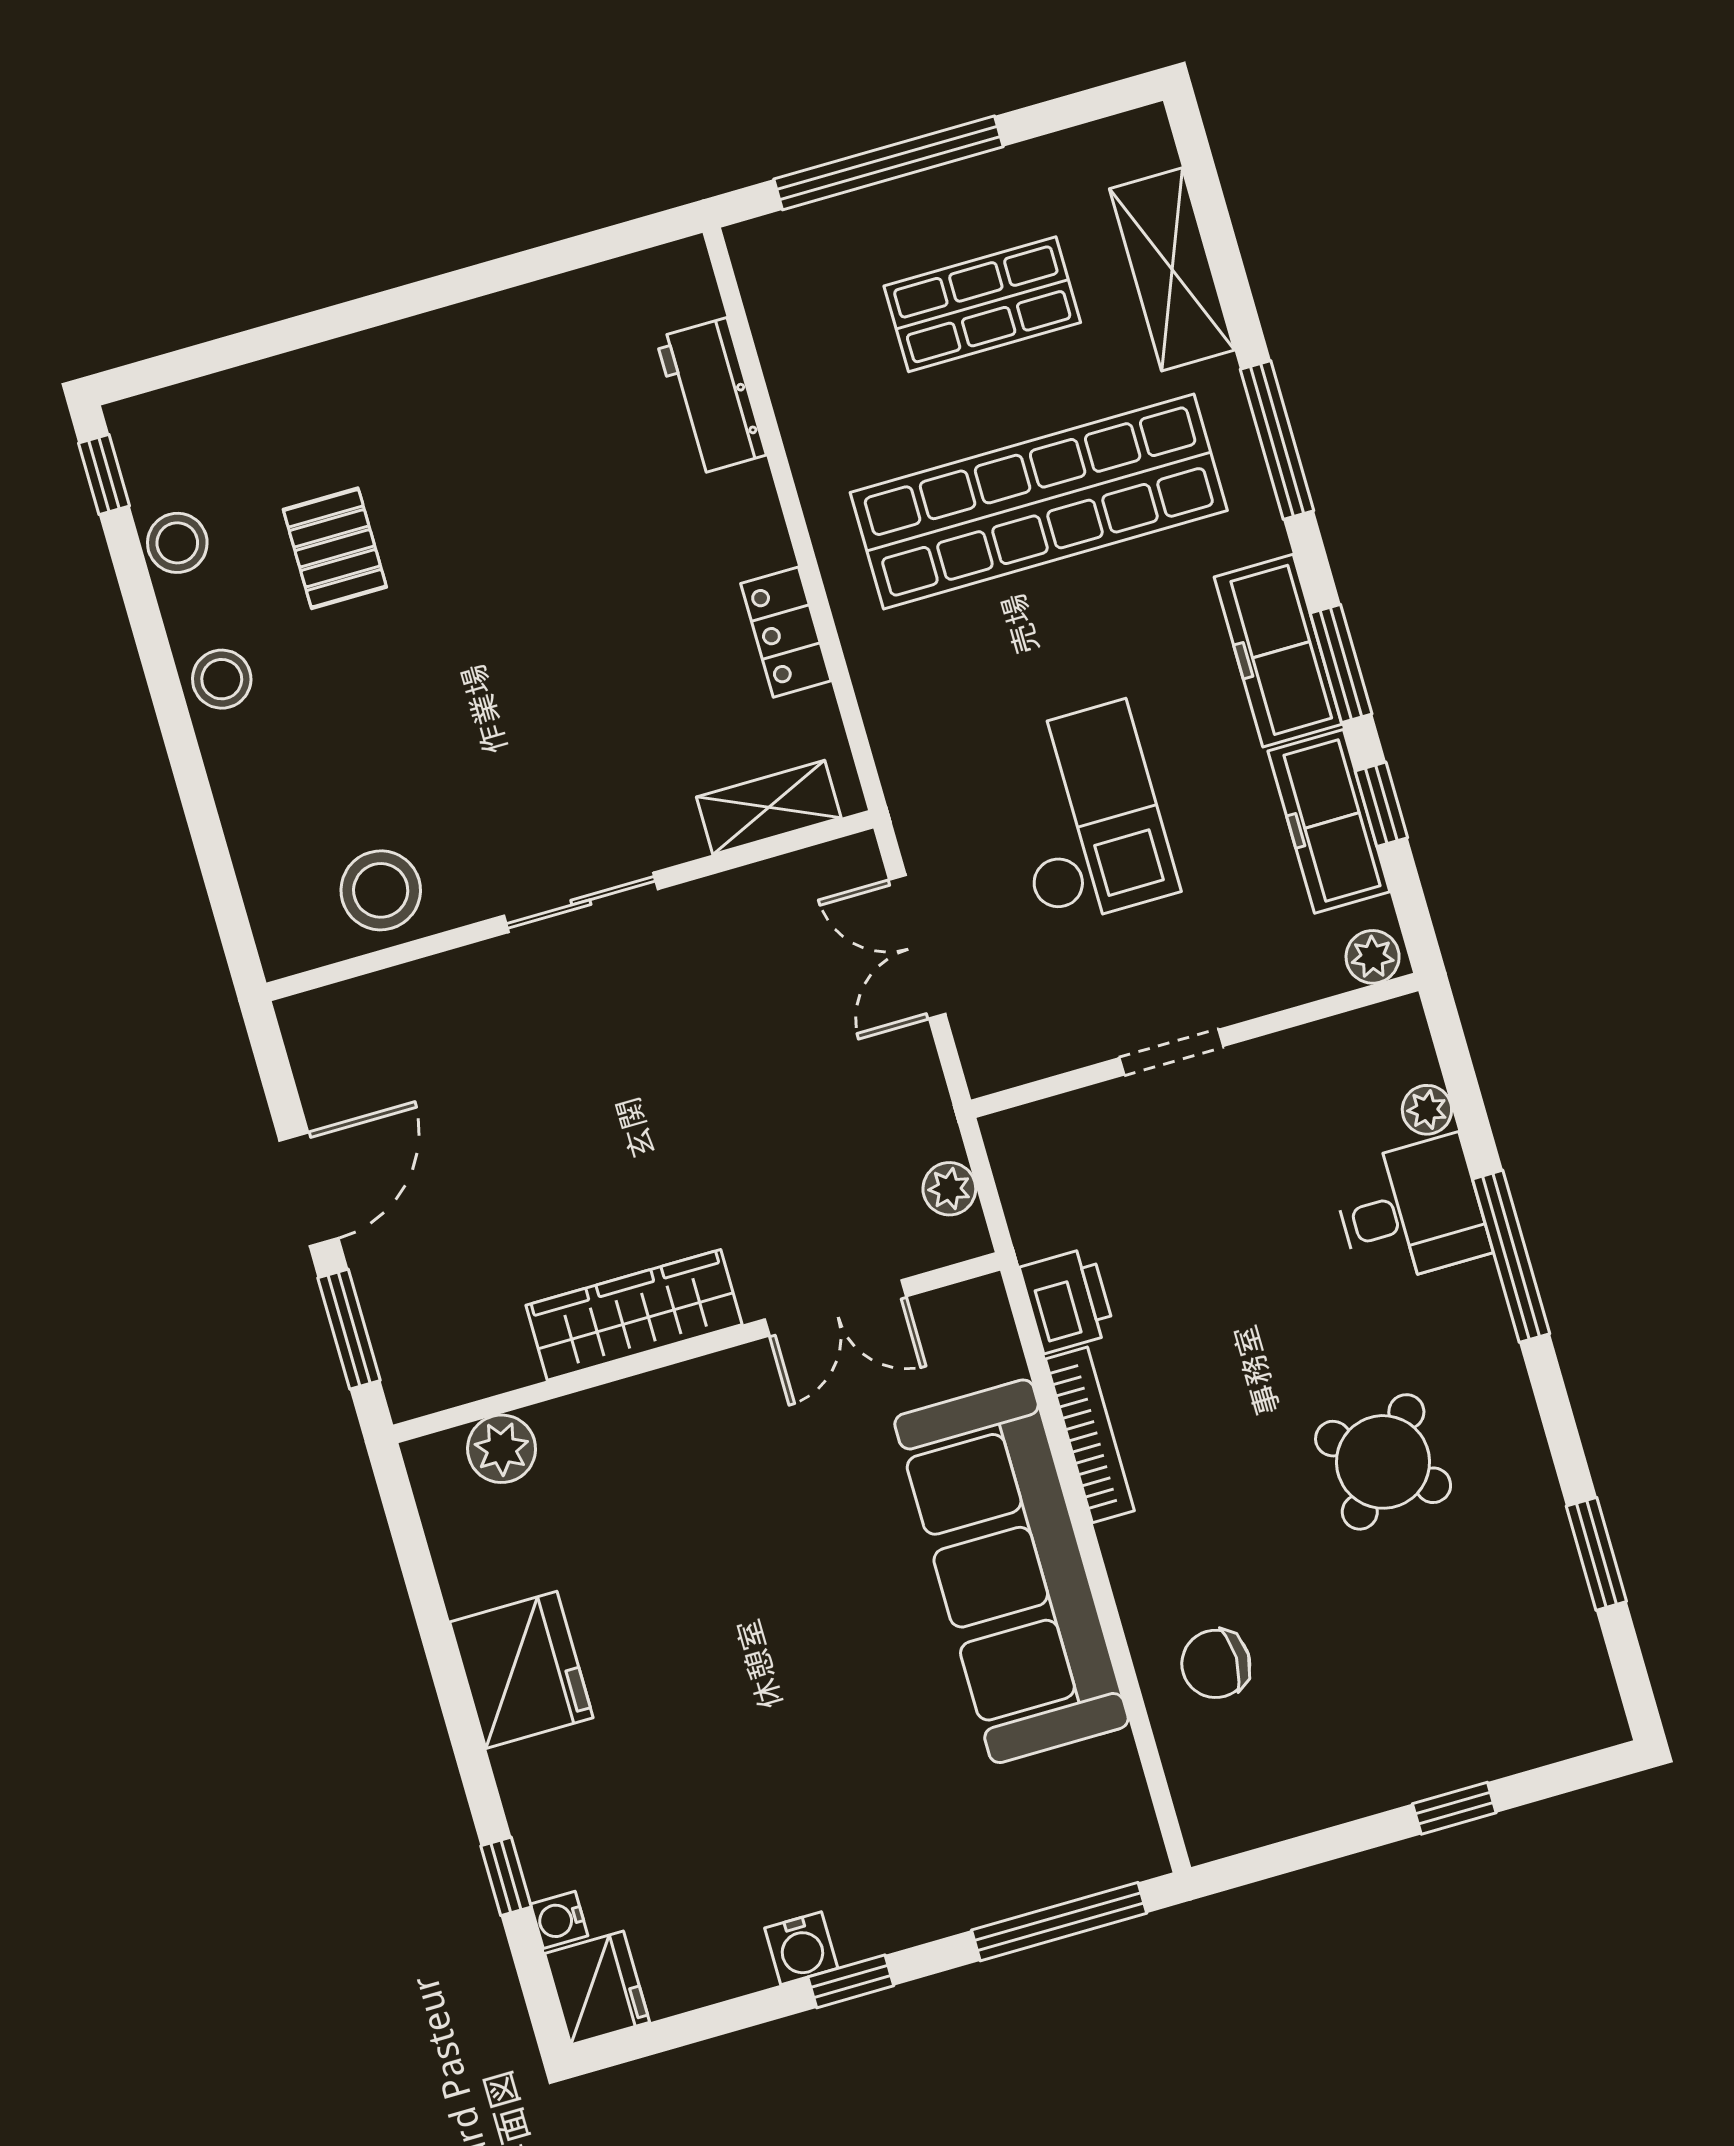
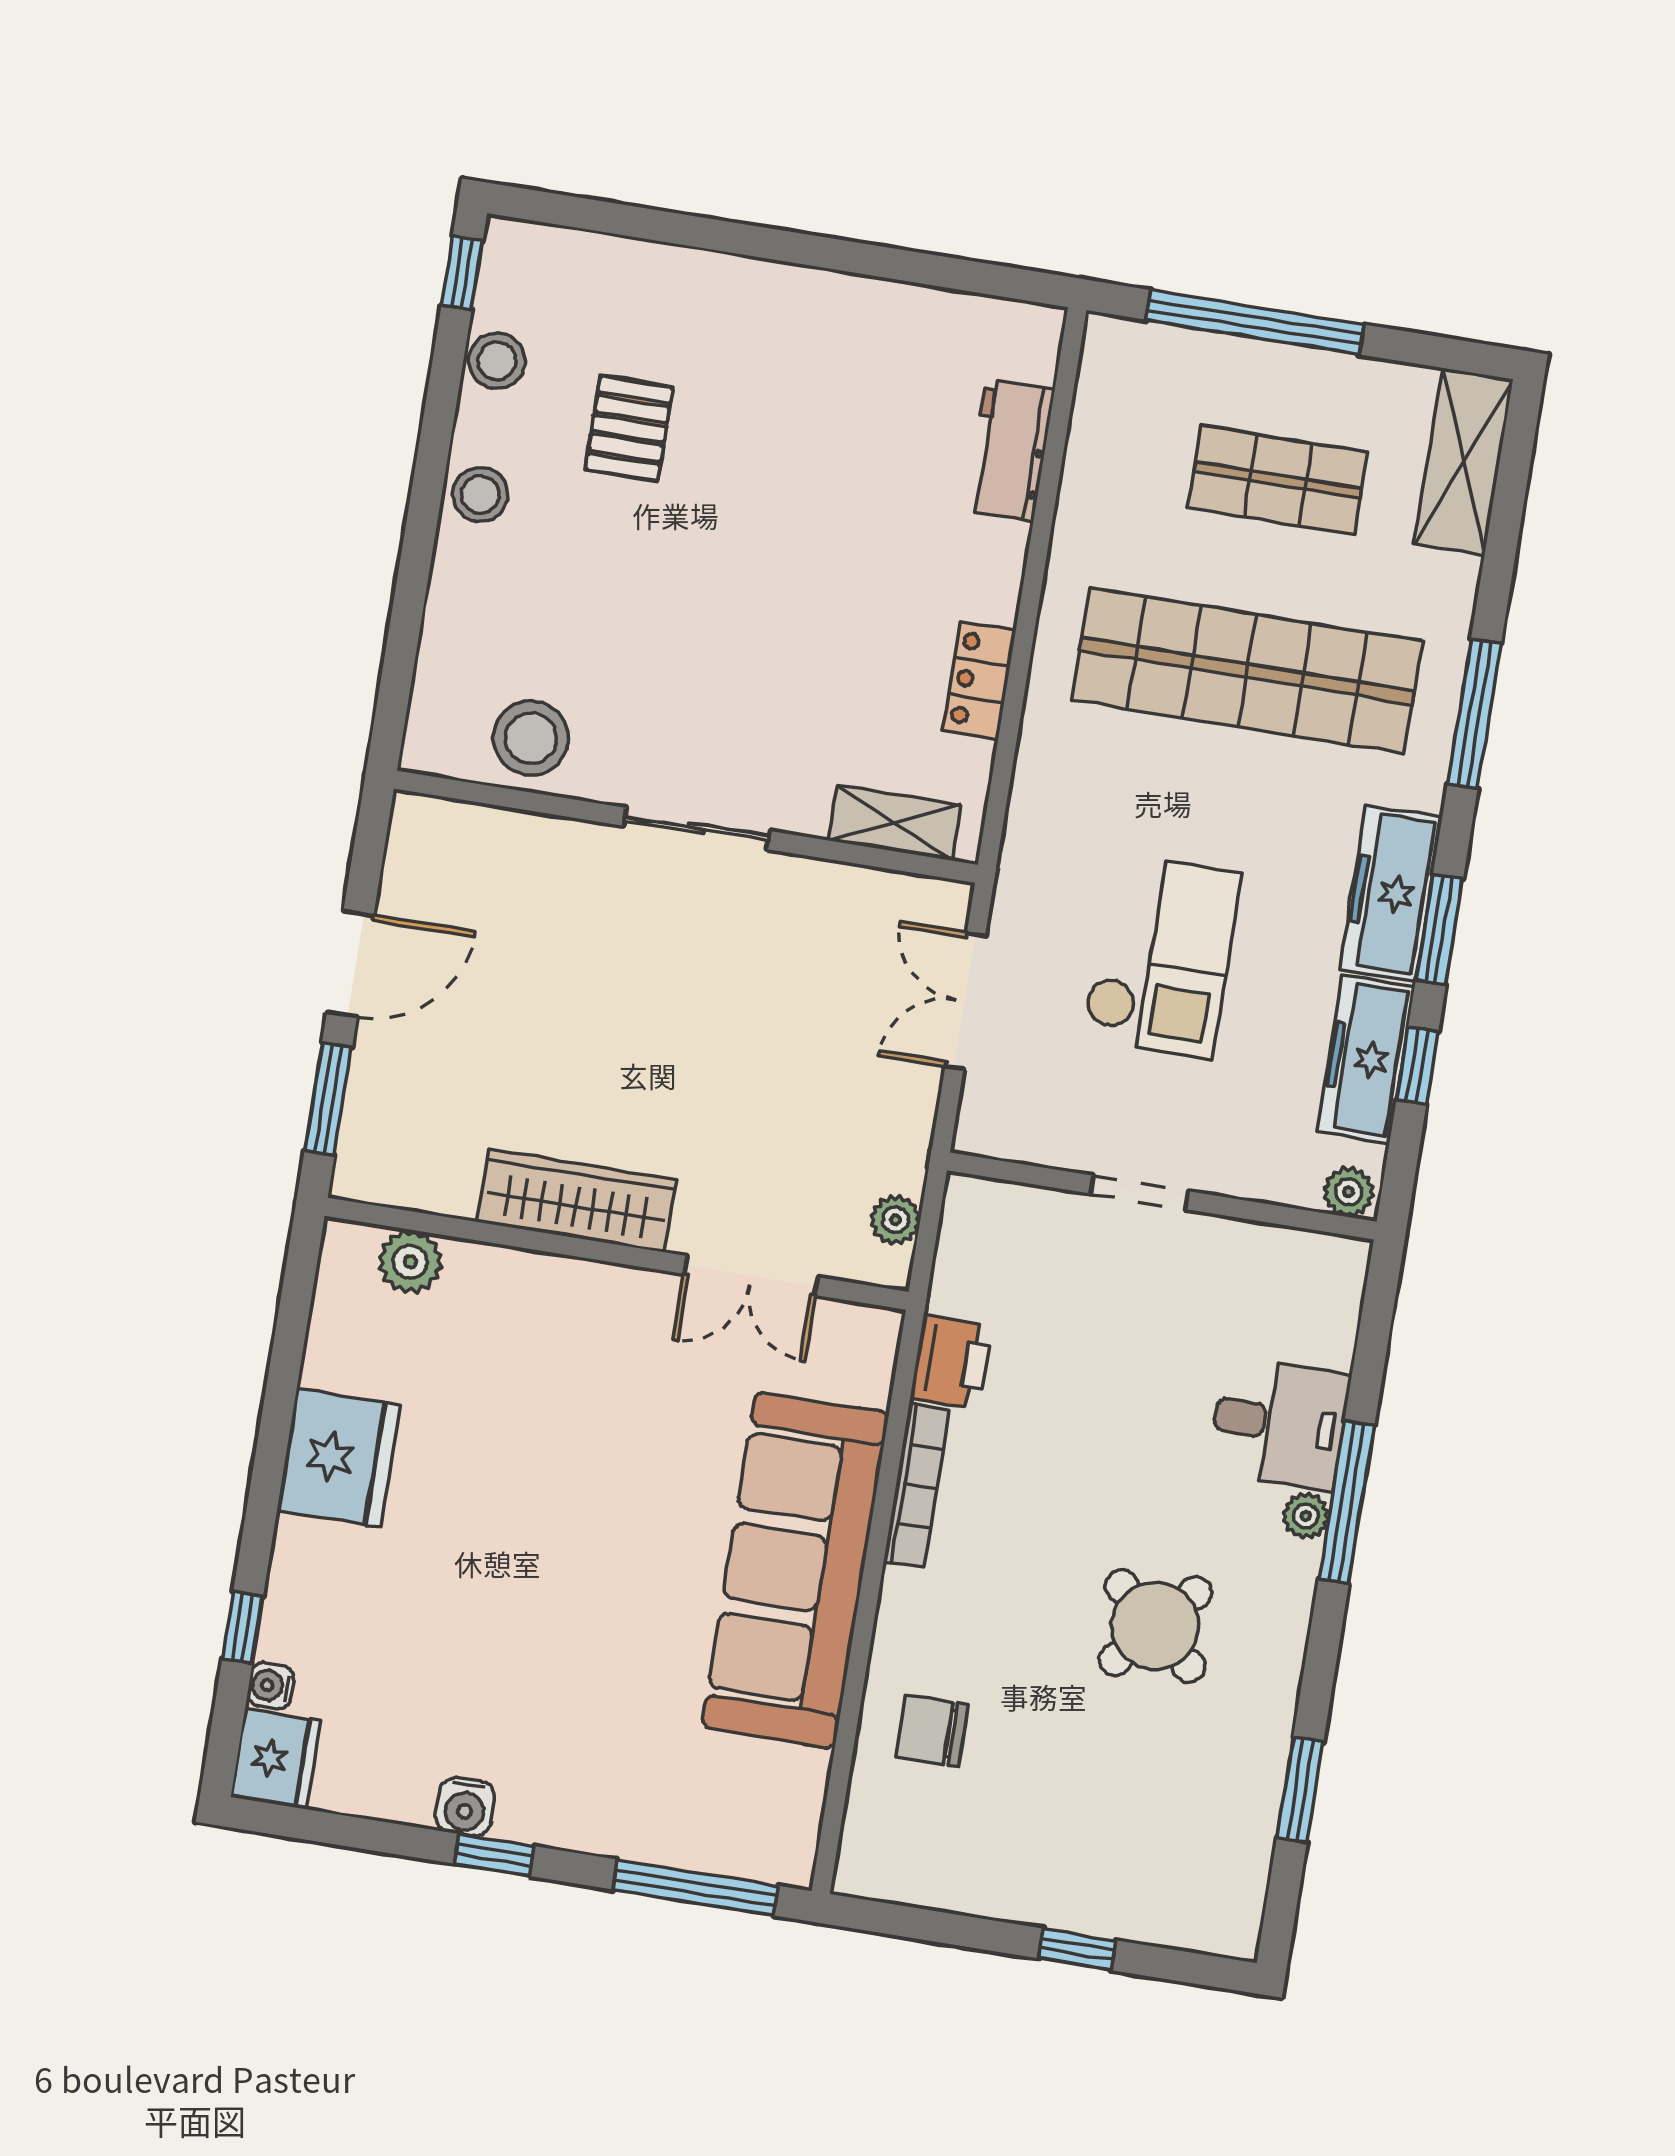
shelving: (1172, 269) -> (1464, 462), moved
plant: (1427, 1110) -> (1306, 1516), moved

